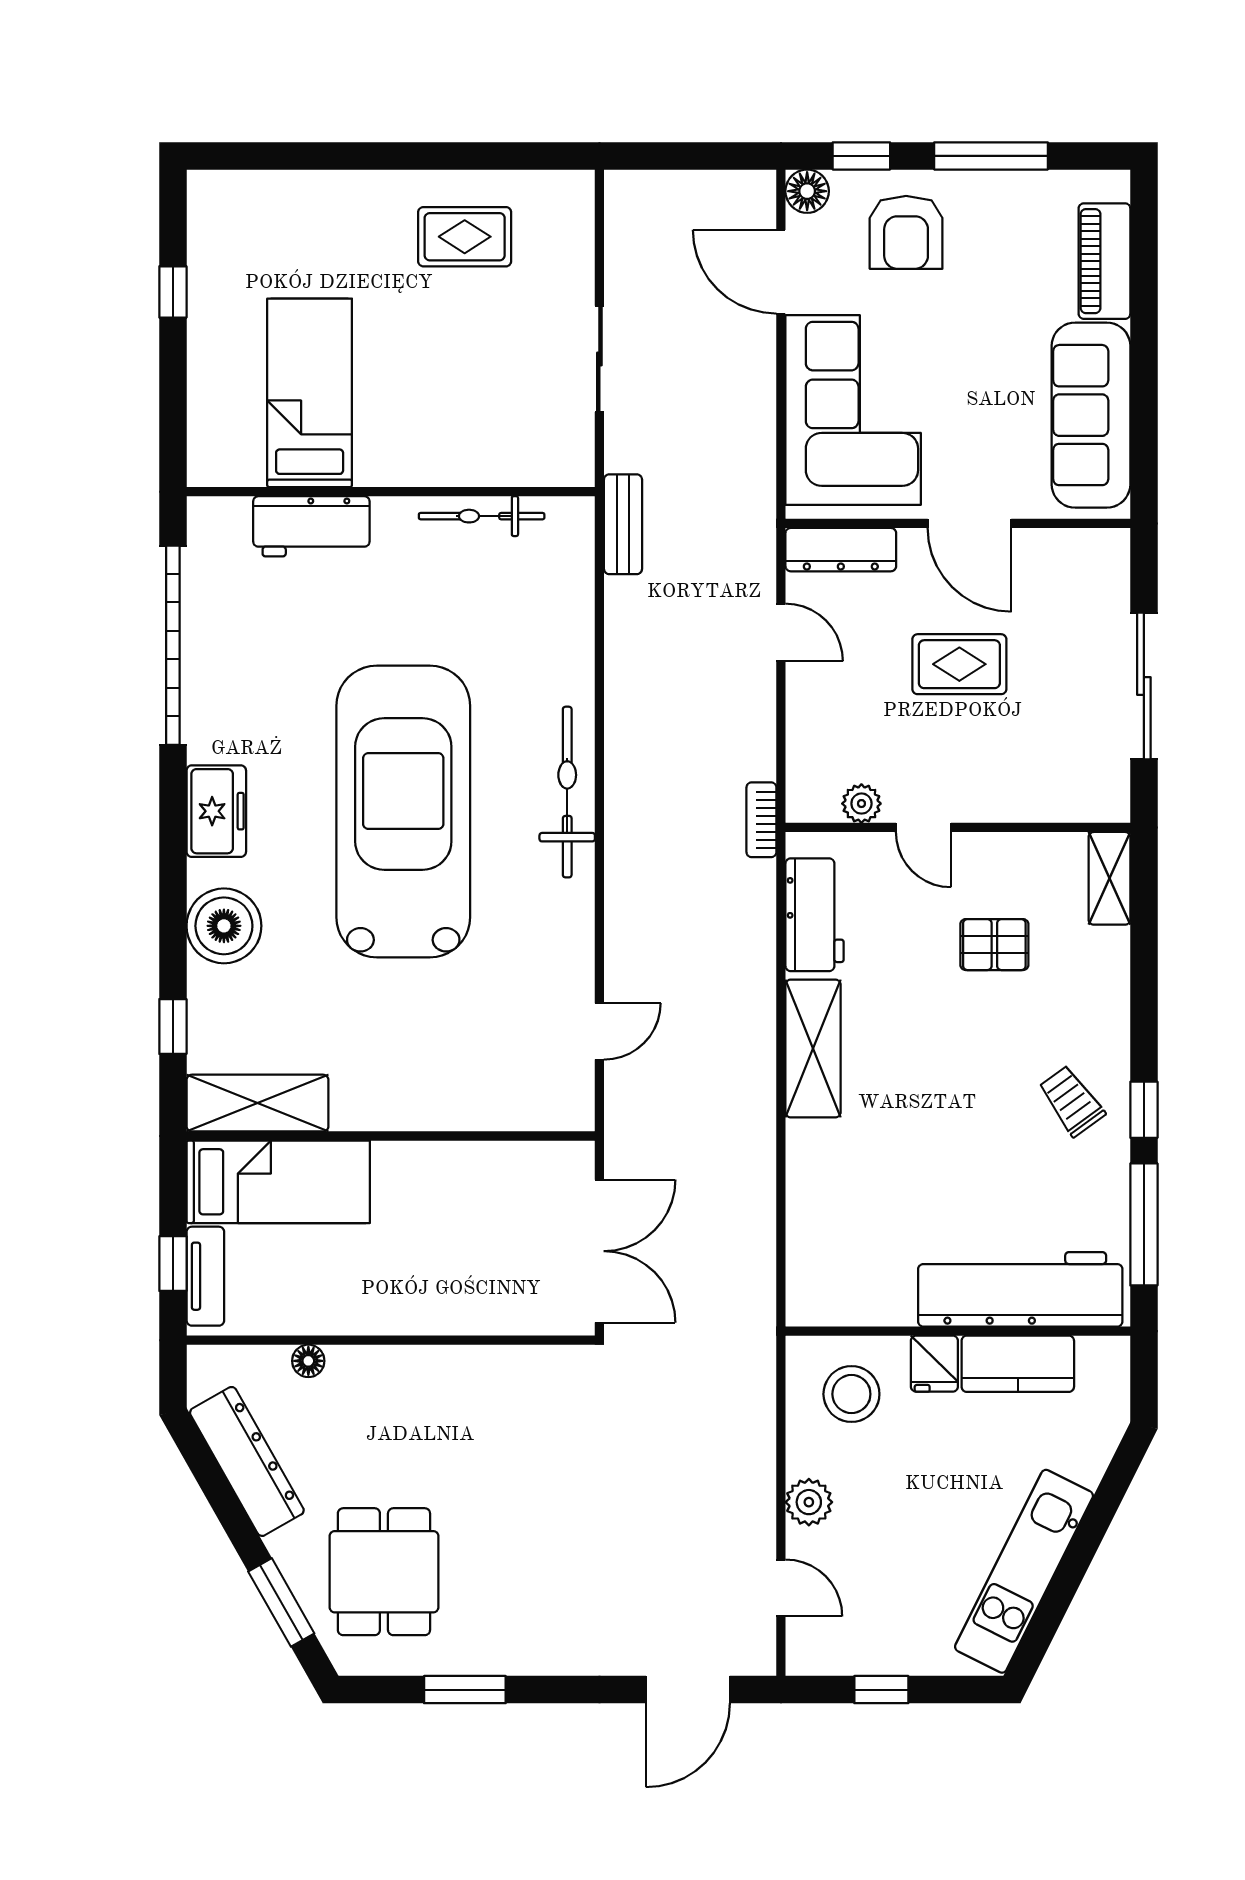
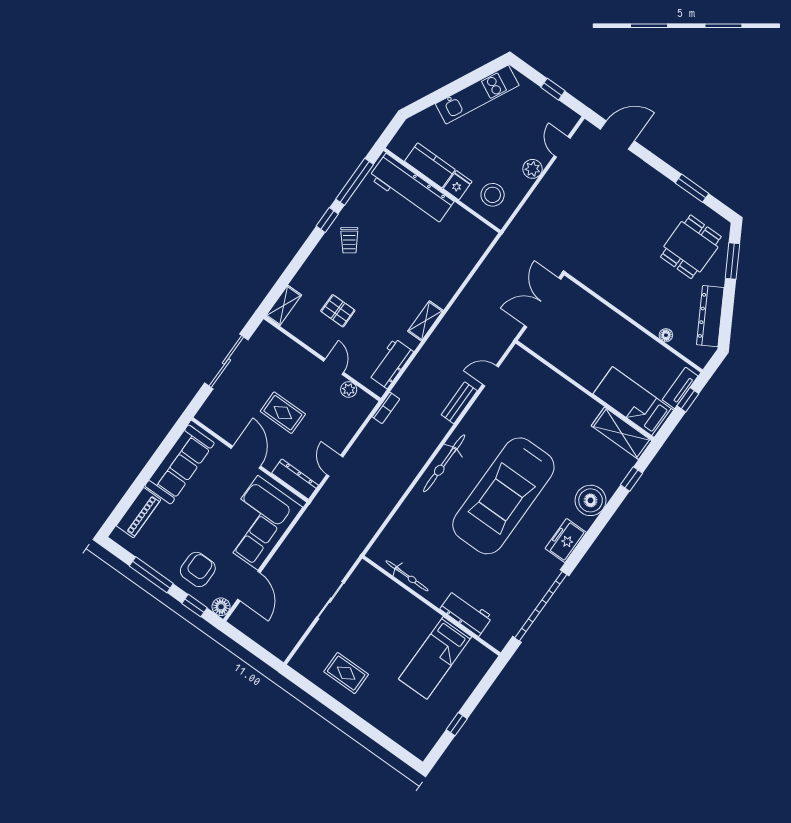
bench: (623, 524) -> (459, 403), moved
shelving: (813, 1048) -> (425, 321), width x0.67, depth x0.75

